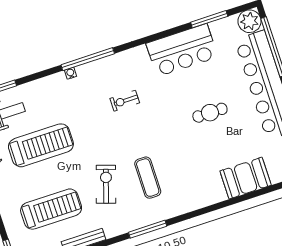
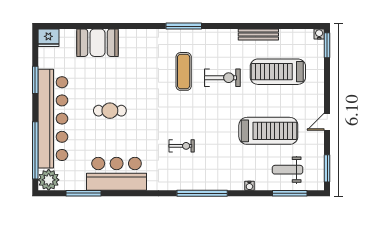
water cooler: (71, 73) -> (249, 186), moved
treadmill: (41, 145) -> (268, 131), turned 180
exercise bike: (106, 184) -> (222, 78), turned -108
window: (148, 229) -> (184, 26), moved

